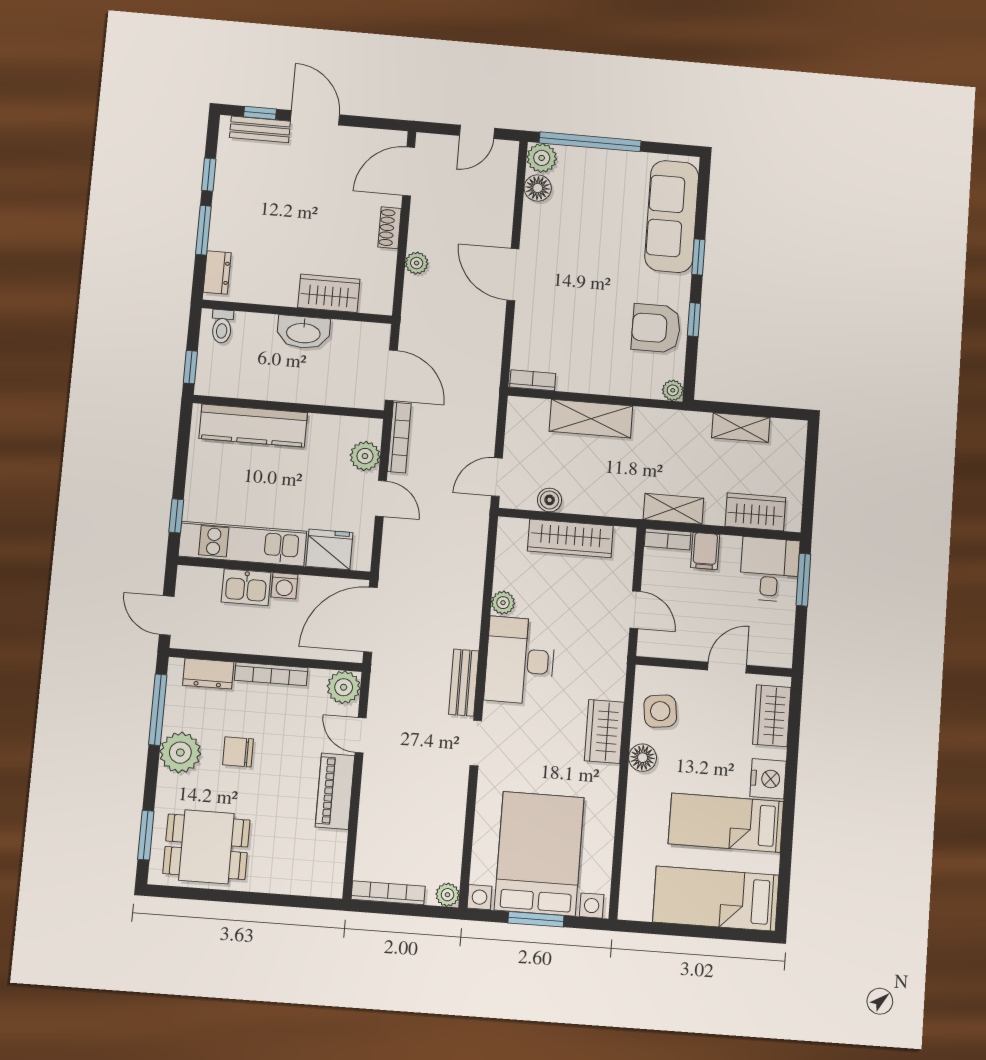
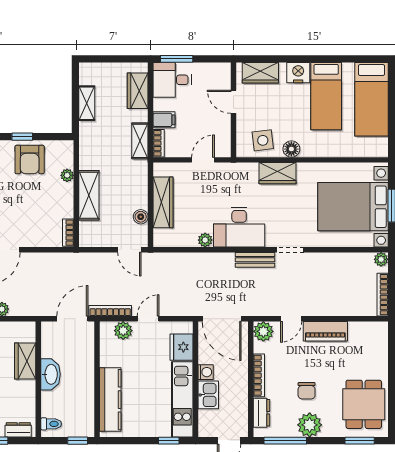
plant: (673, 390) -> (67, 175), moved

